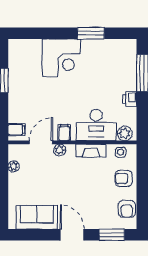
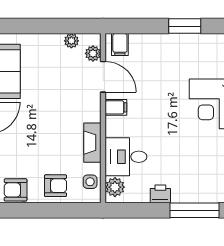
desk: (96, 125) -> (126, 157), width x0.73
plant: (60, 150) -> (93, 53), moved
armchair: (124, 178) -> (55, 186), turned 90

